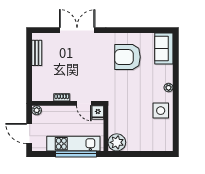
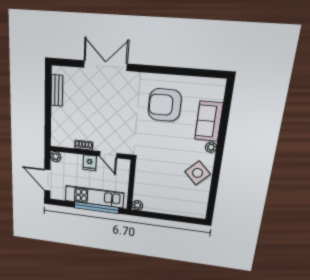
sofa: (164, 49) -> (209, 121), moved
side table: (161, 111) -> (198, 173), turned 45
fridge: (98, 112) -> (90, 163), moved
plant: (117, 142) -> (137, 205), width x0.53, depth x0.53

